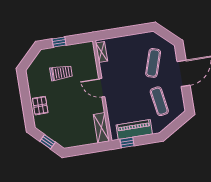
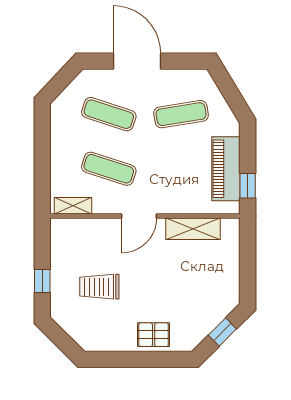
exercise mat: (124, 68) -> (109, 169), added
trolley: (61, 73) -> (99, 287), turned -90
shelving: (101, 128) -> (193, 229), moved

